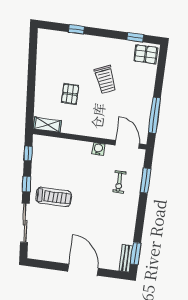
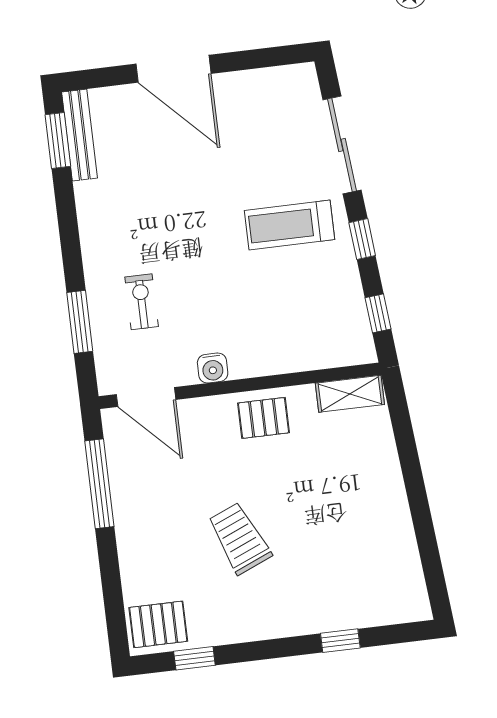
pallet: (70, 94) -> (264, 418), moved, turned 90
bench: (126, 258) -> (79, 135), width x1.36

